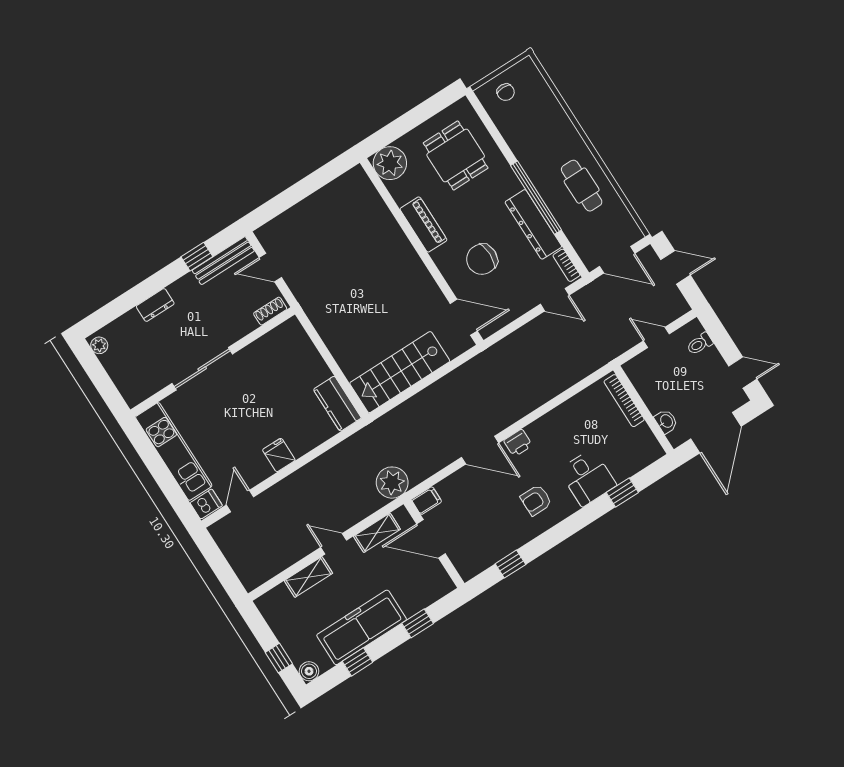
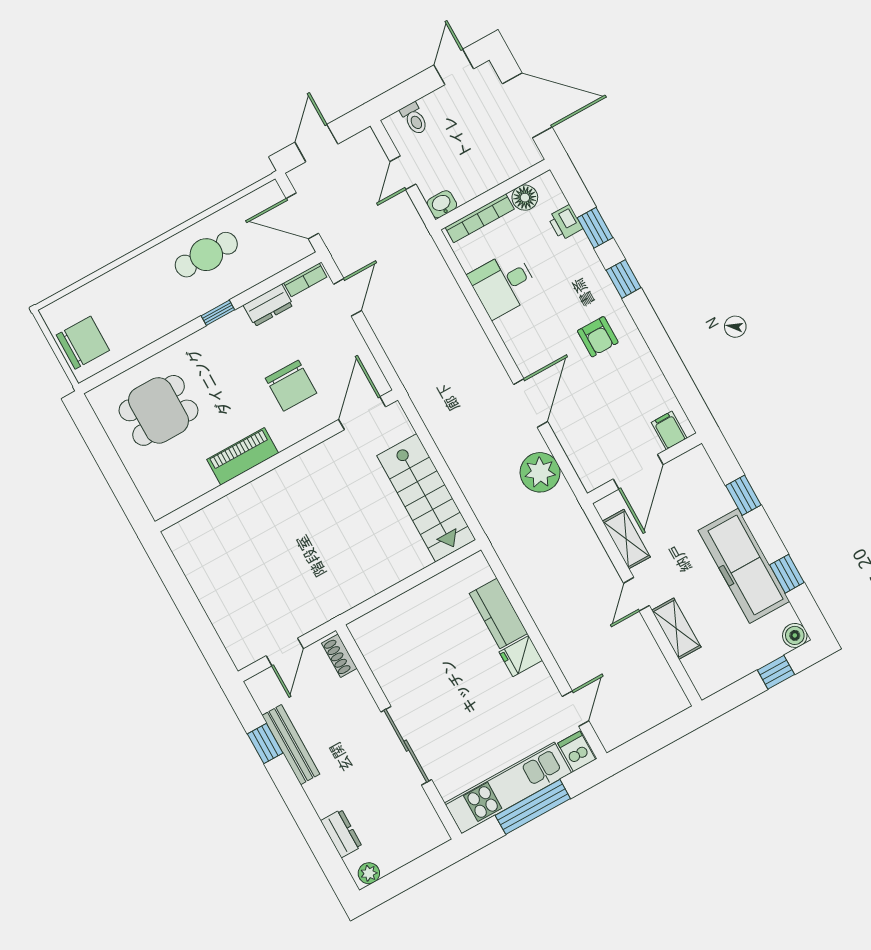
chair: (506, 92) -> (83, 343), width x1.87, depth x1.87
plant: (390, 163) -> (163, 494), removed
window: (536, 198) -> (218, 313), width x0.32
dresser: (533, 224) -> (268, 305), width x0.51, depth x0.80
door: (617, 260) -> (302, 216), swing flipped
bench: (223, 261) -> (291, 745), moved
dresser: (155, 305) -> (341, 833), moved
kitchen counter: (337, 404) -> (498, 613), moved, turned 90
washbasin: (666, 421) -> (442, 204), moved
floor lamp: (643, 435) -> (525, 198), added
printer: (518, 443) -> (565, 223), moved, turned 180
window: (160, 472) -> (533, 807), added
desk: (588, 478) -> (503, 284), moved, turned 180
plant: (392, 483) -> (540, 472), moved
door: (240, 501) -> (575, 709), swing flipped
filing cabinet: (427, 501) -> (669, 430), moved
window: (510, 564) -> (624, 279), moved

